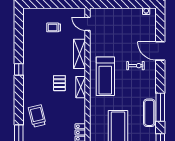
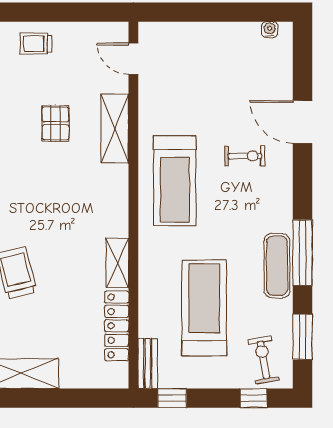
trolley: (54, 27) -> (36, 44), moved
pallet: (59, 83) -> (56, 123), moved
shelving: (81, 87) -> (117, 263), moved

